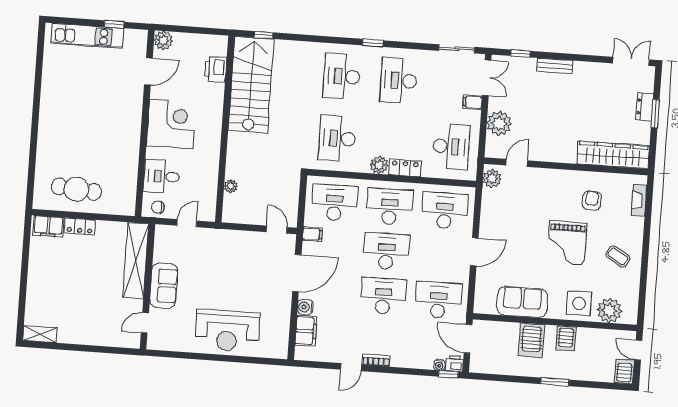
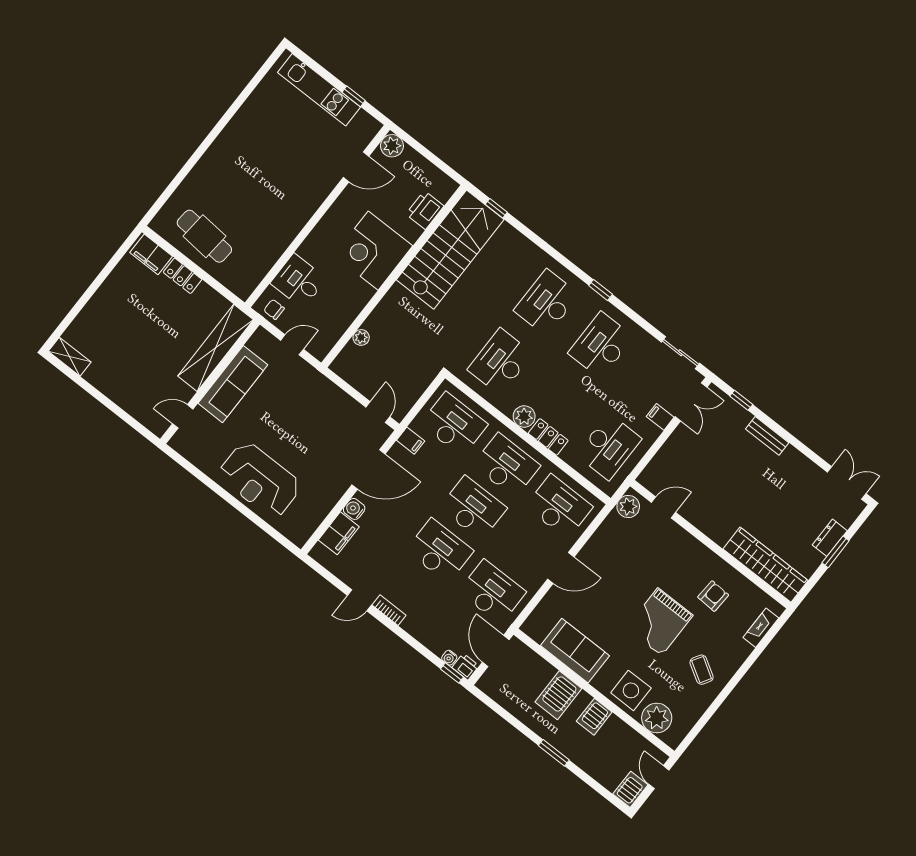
plant: (499, 123) -> (673, 456), removed
corner desk: (171, 124) -> (373, 251), moved, turned 180
sofa: (164, 285) -> (233, 384), width x1.36

